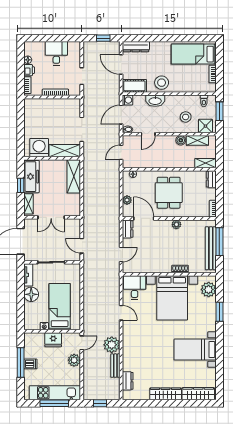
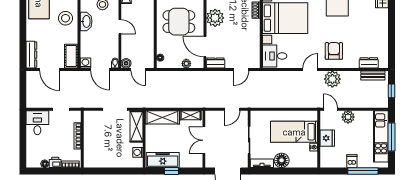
window: (103, 38) -> (23, 88), removed
desk: (56, 53) -> (37, 123), moved, turned 90
door: (121, 65) -> (50, 70), hinge flipped
stool: (162, 83) -> (65, 18), moved
washbasin: (155, 101) -> (86, 21), moved
door: (148, 134) -> (120, 27), moved
boiler: (181, 140) -> (126, 63), moved
washing machine: (39, 148) -> (138, 152), width x0.53, depth x0.53
shelving: (29, 204) -> (191, 115), moved
double door: (51, 217) -> (204, 140), swing flipped
door: (144, 218) -> (205, 47), hinge flipped
plant: (176, 224) -> (215, 18), width x1.88, depth x1.88
door: (121, 254) -> (241, 70), swing flipped
door: (121, 313) -> (310, 70), moved
armchair: (140, 346) -> (334, 51), added
window: (21, 362) -> (363, 171), moved
bench: (115, 366) -> (373, 75), moved
wardrobe: (166, 394) -> (382, 25), removed

